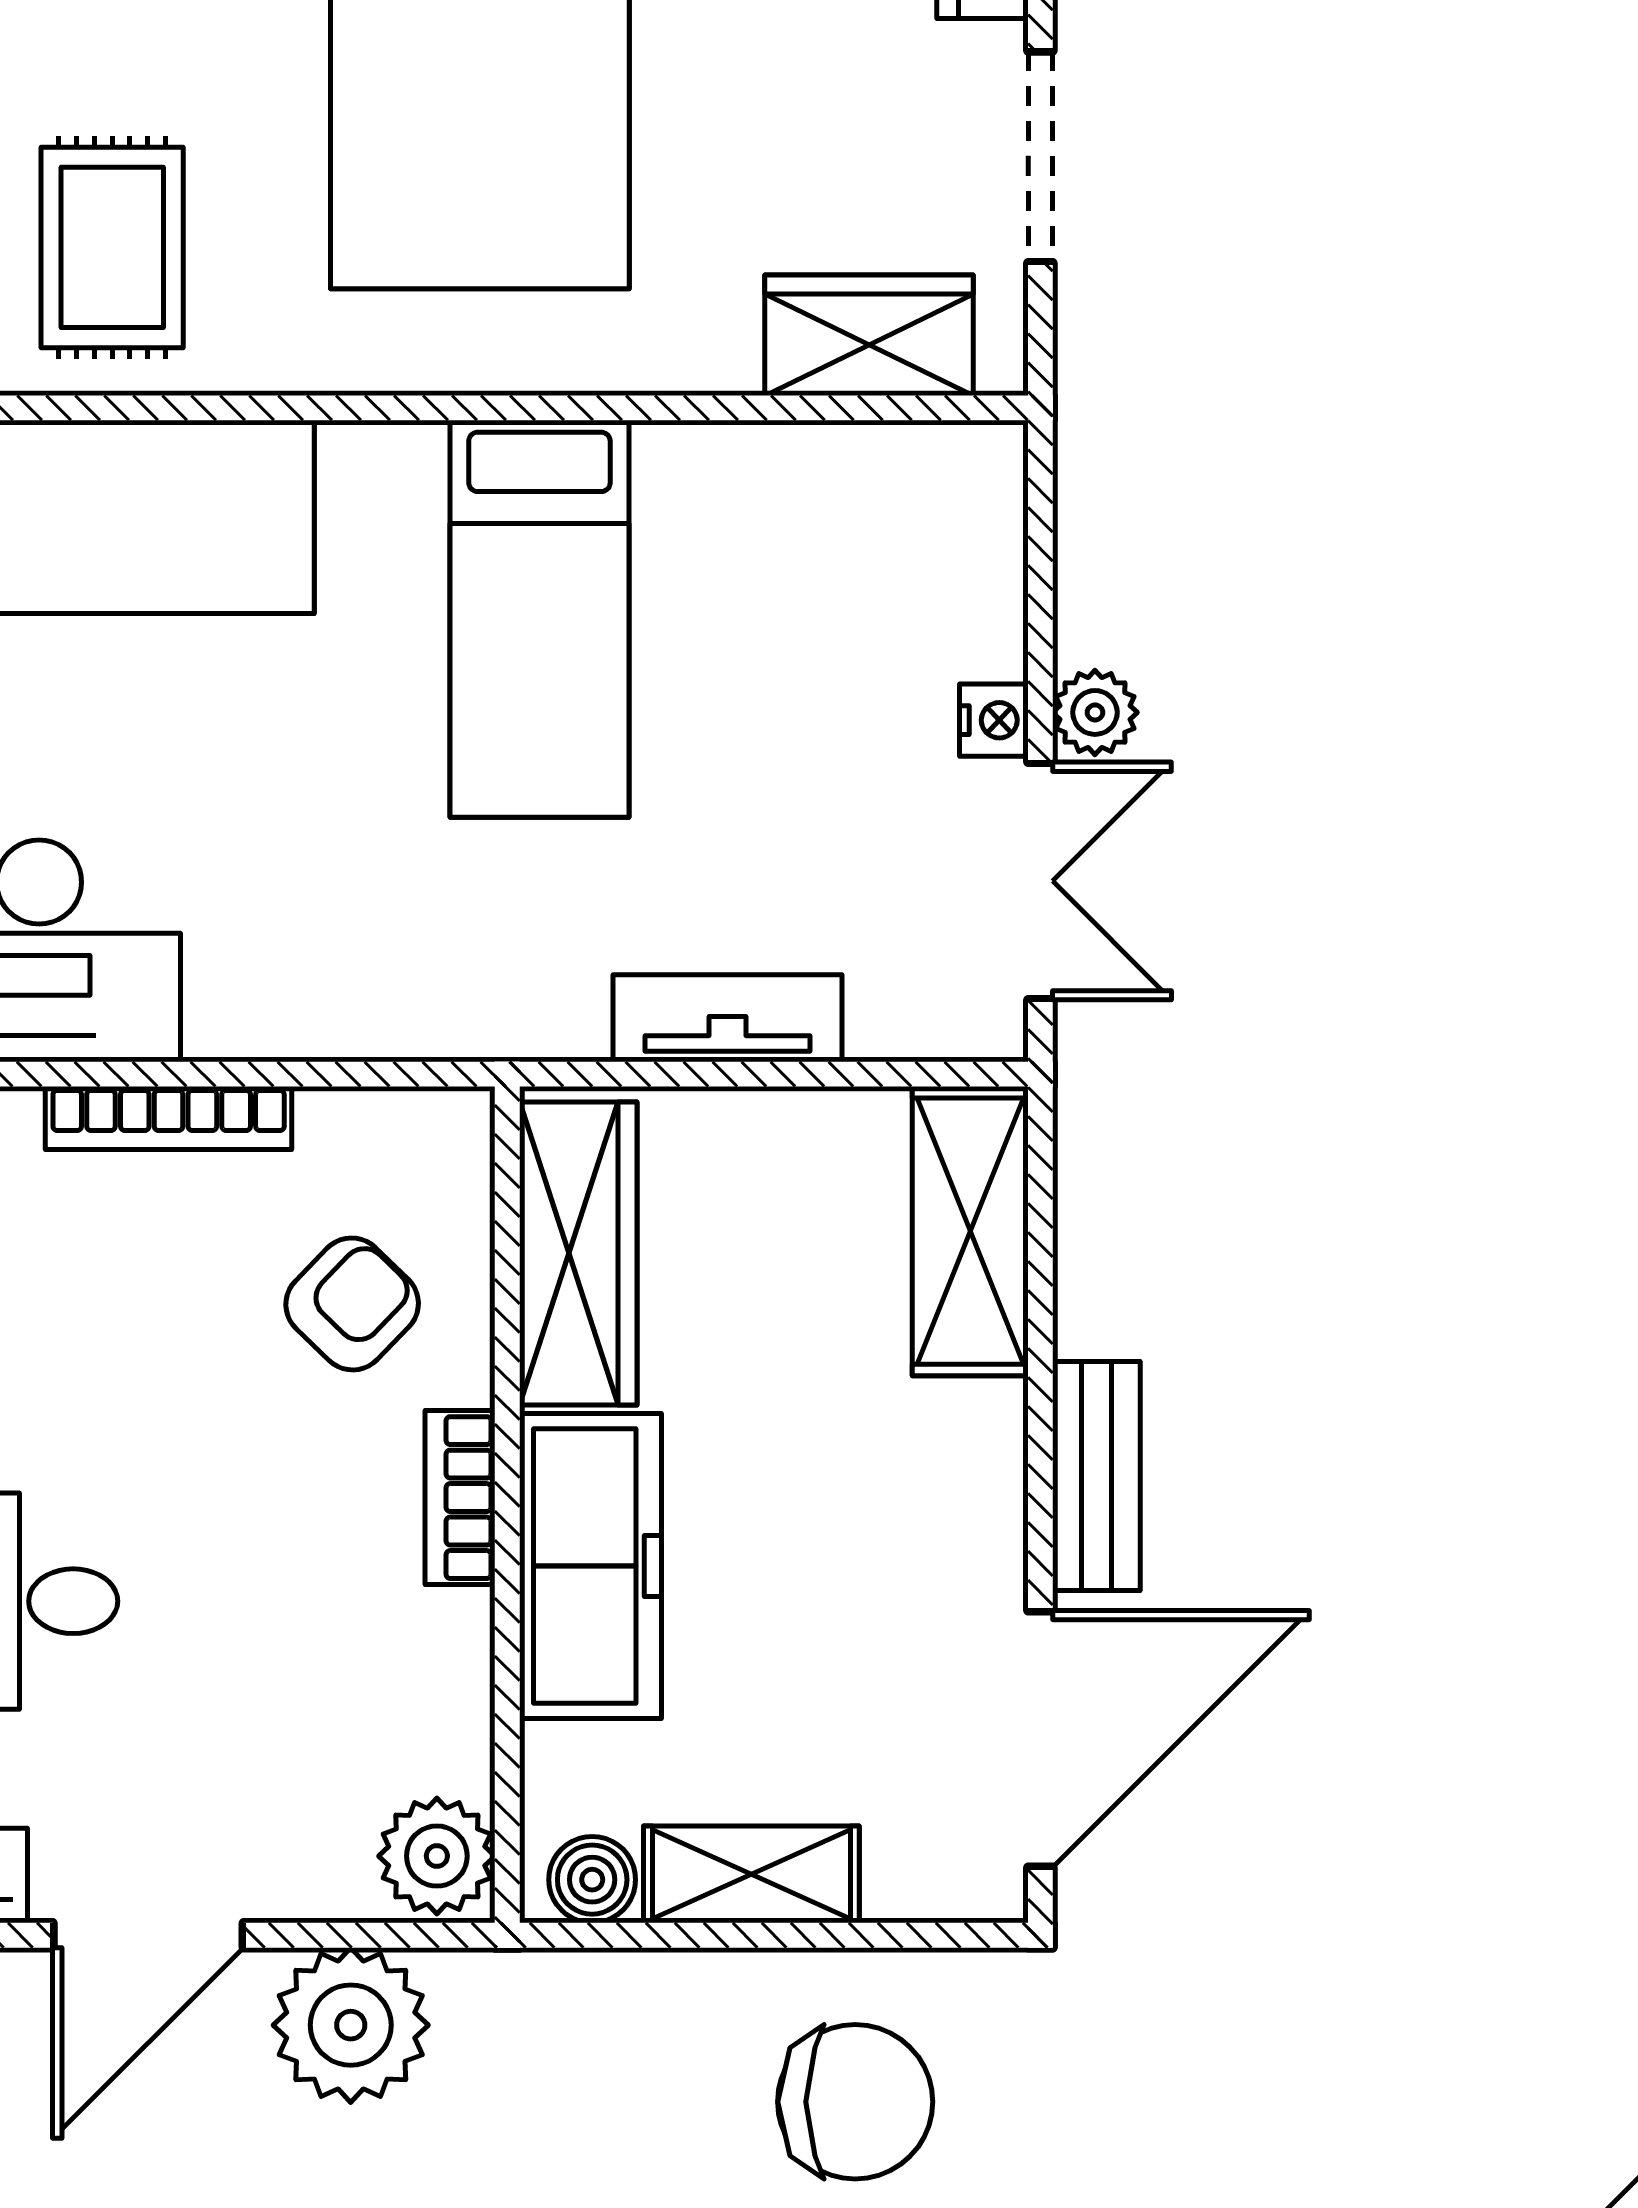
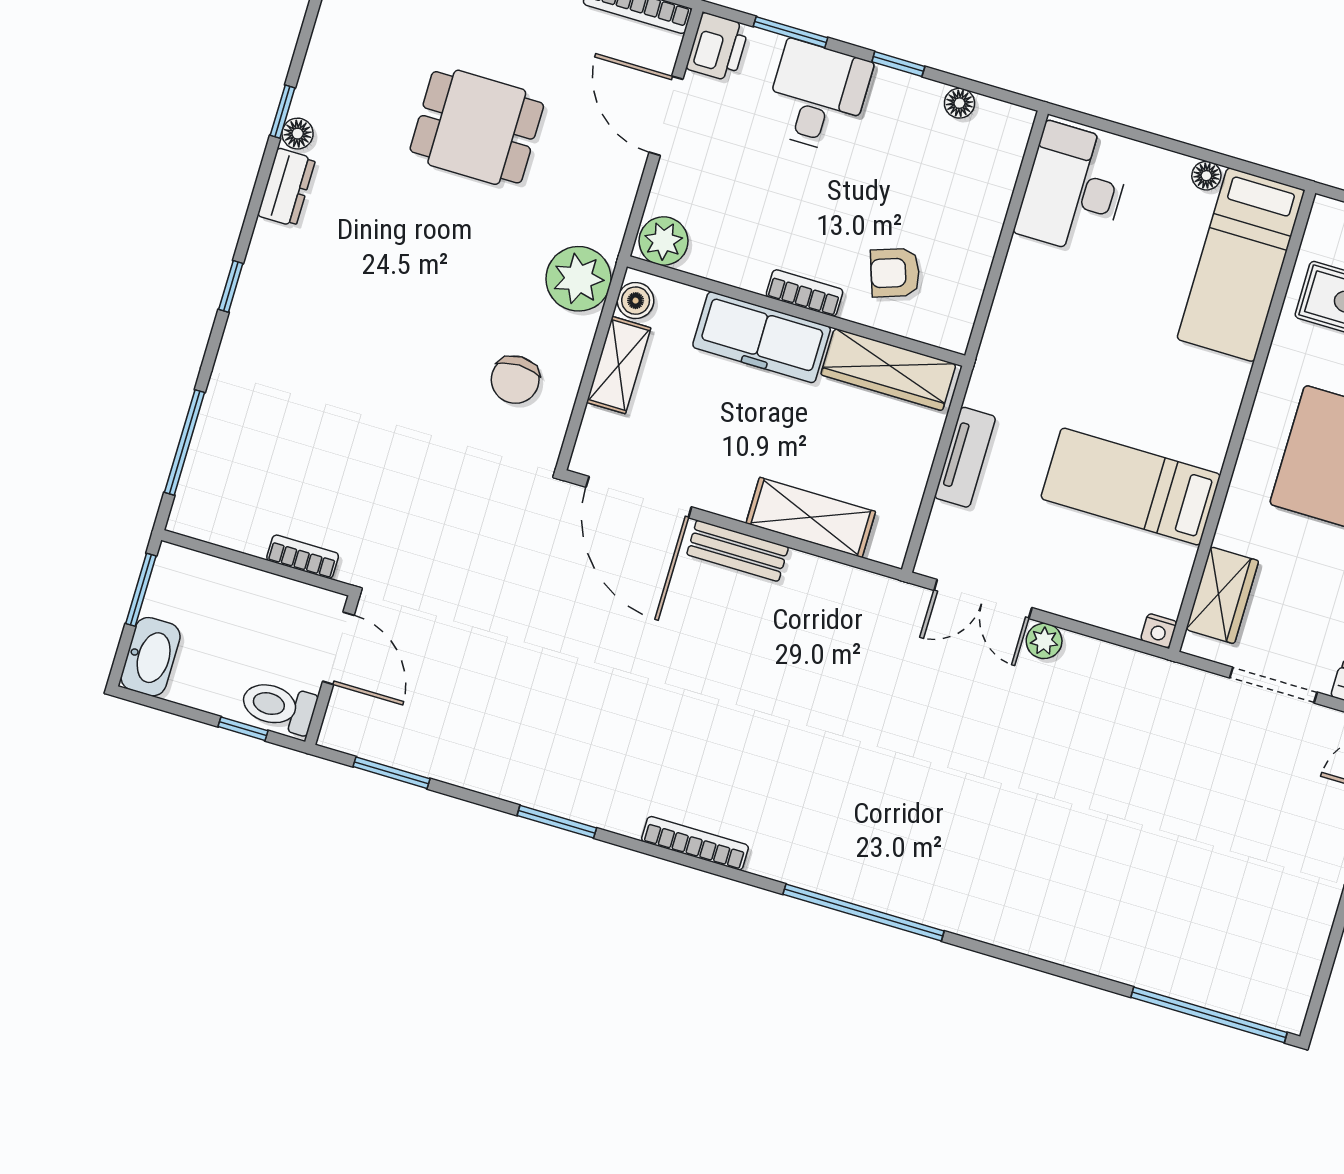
bed: (539, 619) -> (1131, 487), moved
nightstand: (994, 720) -> (1159, 631), moved
bookcase: (169, 1118) -> (991, 221), removed
shelving: (970, 1231) -> (811, 517), moved
armchair: (352, 1304) -> (895, 273), turned 117
plant: (351, 2025) -> (579, 279), moved
chair: (855, 2102) -> (515, 380), width x0.73, depth x0.73

